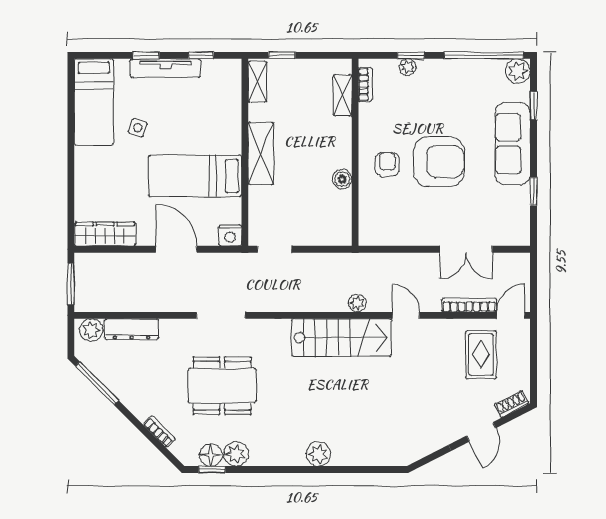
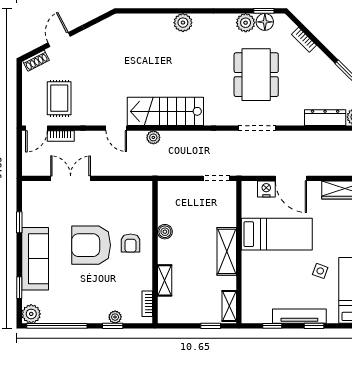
shelving: (342, 95) -> (165, 280), moved
nightstand: (230, 235) -> (266, 189), moved
bookcase: (469, 305) -> (61, 136), width x0.64
dining table: (222, 386) -> (256, 75), turned 90

